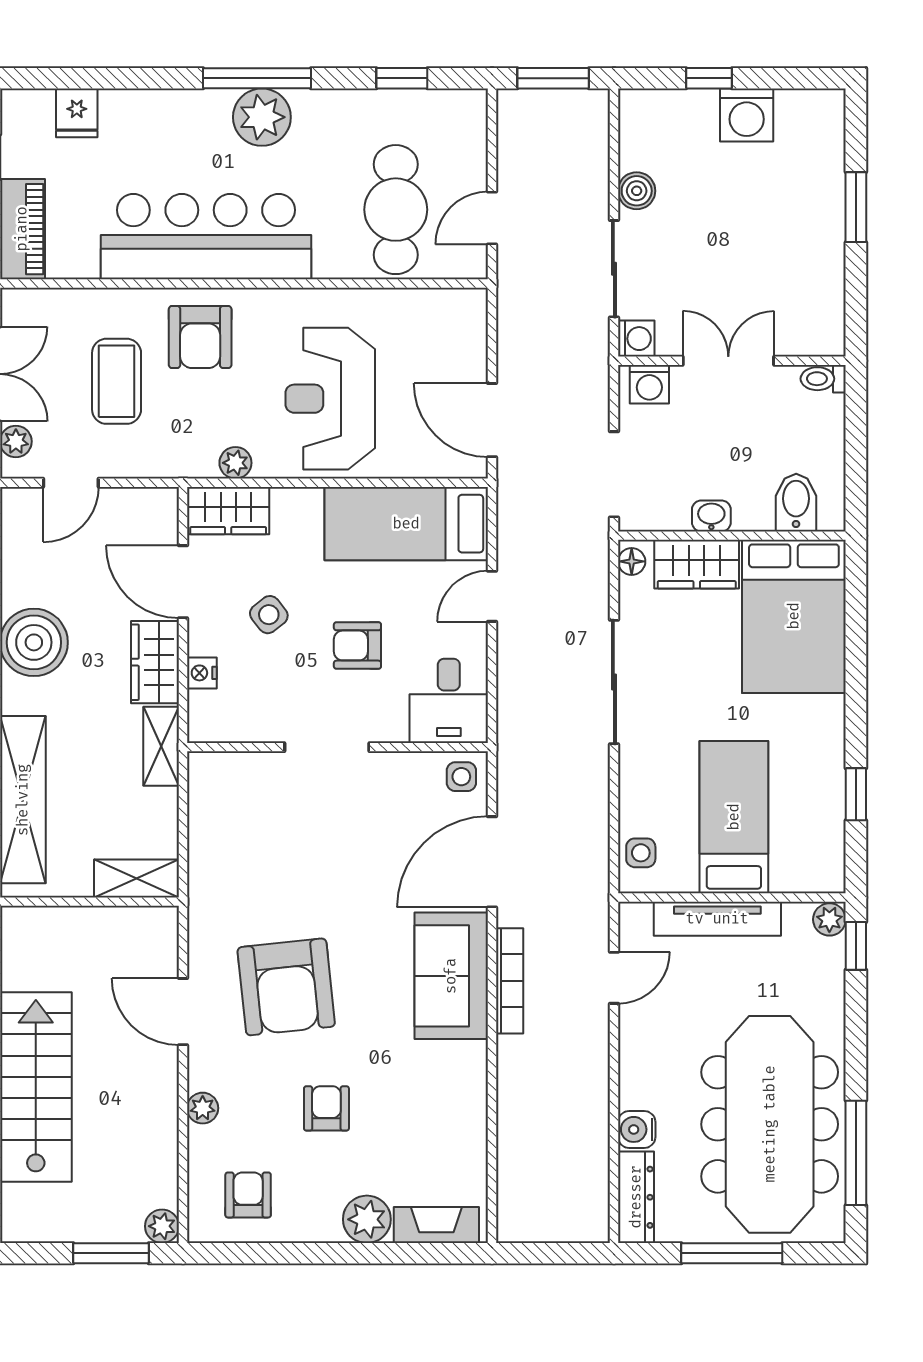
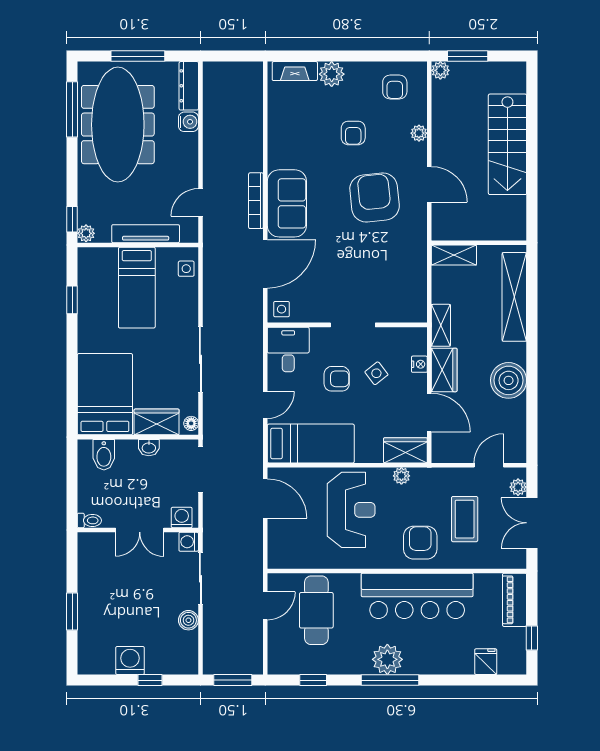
side table: (269, 615) -> (376, 373), moved

